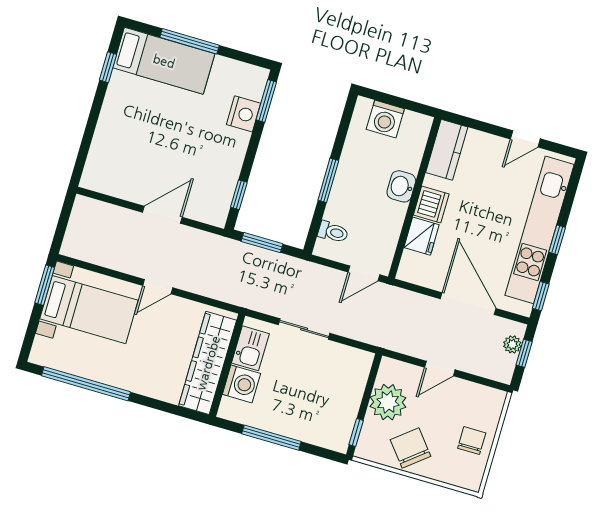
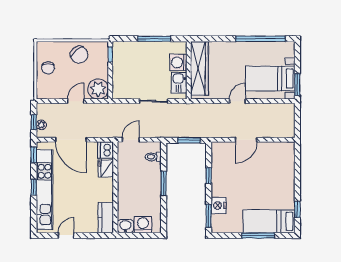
washbasin: (401, 186) -> (125, 226), moved, turned -90
window: (239, 195) -> (209, 176), moved
dishwasher: (431, 204) -> (106, 150), moved
plant: (388, 402) -> (98, 89), moved

